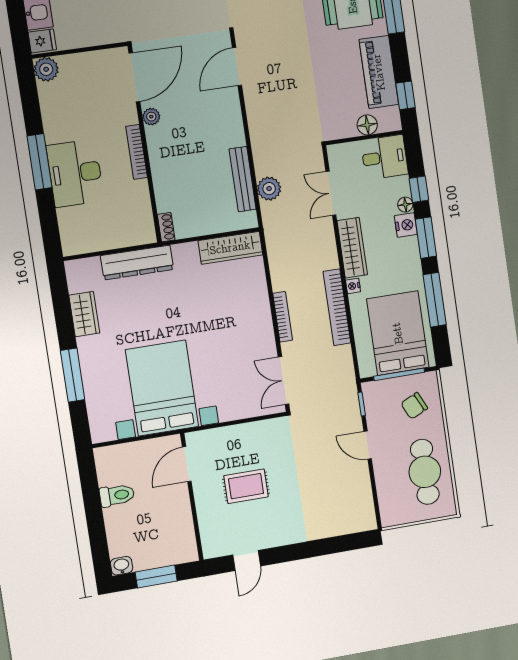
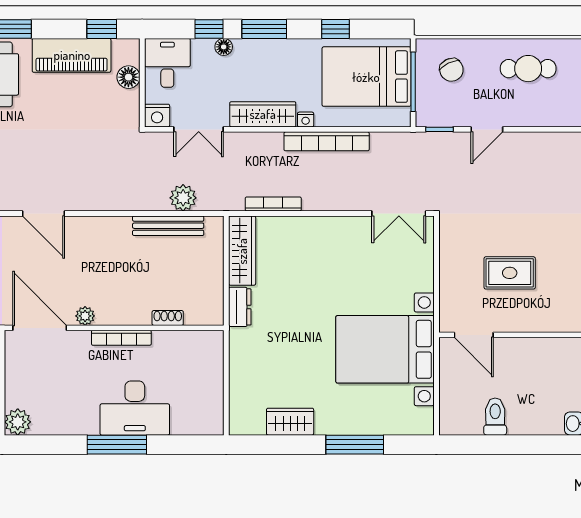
nightstand: (406, 225) -> (157, 116), moved, turned 180
shoe rack: (166, 227) -> (168, 318), moved
dresser: (137, 263) -> (240, 307), moved, width x0.51, depth x0.80
window: (435, 300) -> (336, 29), width x0.46
bookcase: (283, 317) -> (273, 204), moved
cafe table: (425, 472) -> (528, 69), width x0.73, depth x0.74
rug: (246, 486) -> (510, 273), turned 90

